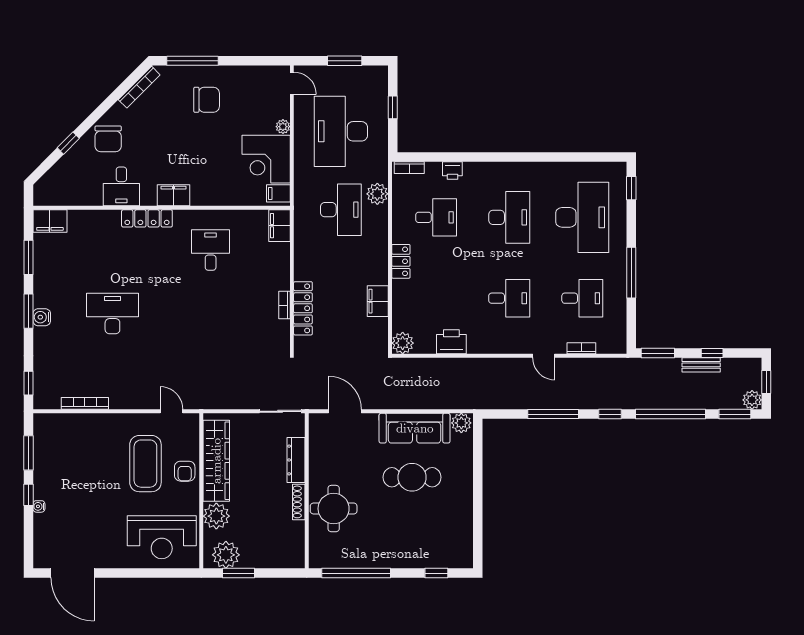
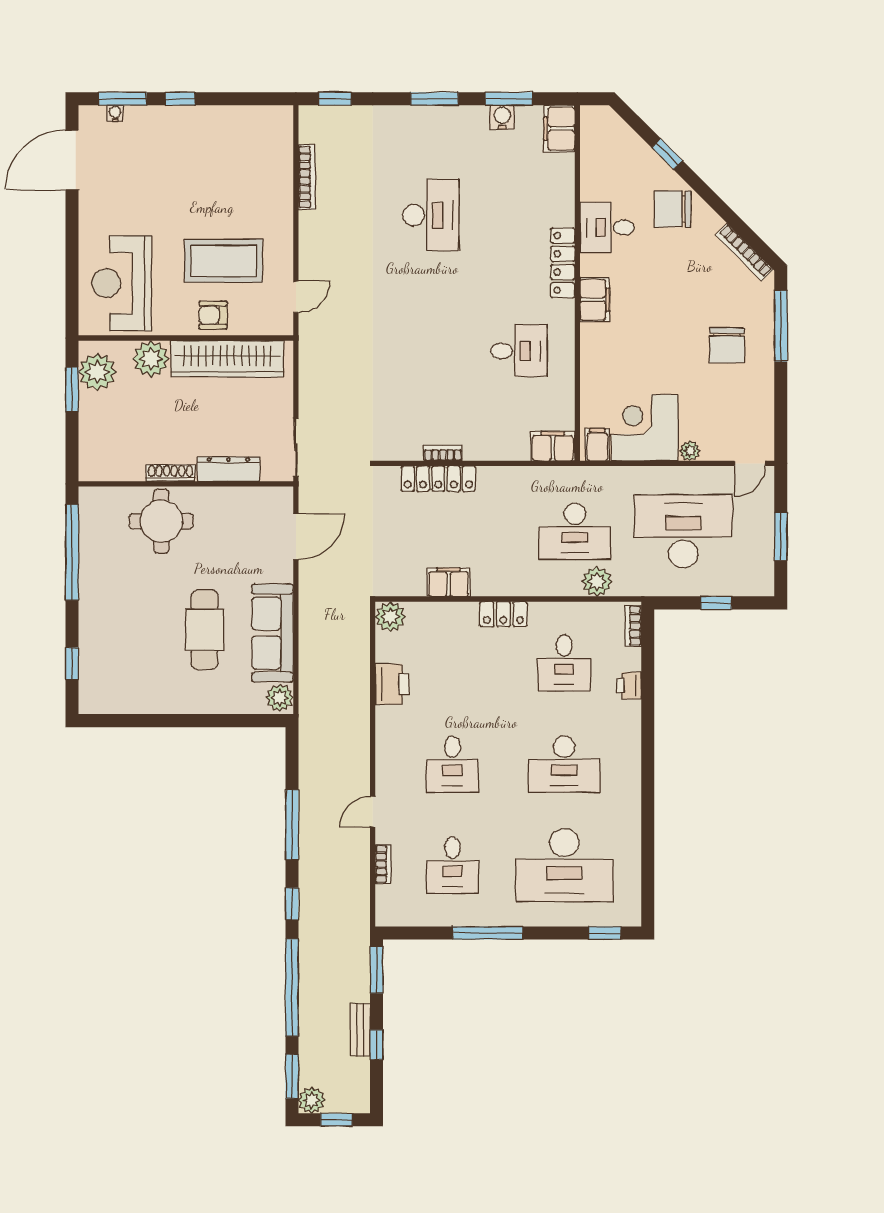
water cooler: (42, 317) -> (502, 117), moved
window: (28, 453) -> (122, 99), moved
water cooler: (39, 506) -> (115, 113), moved

